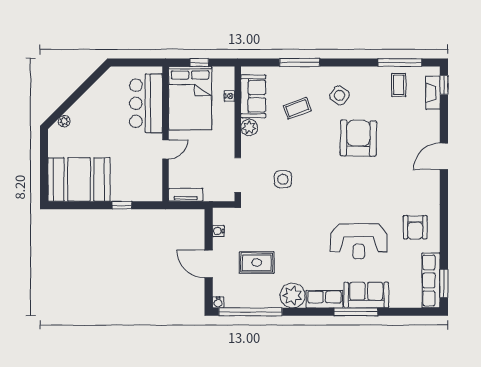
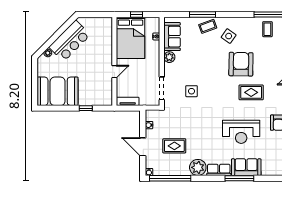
bar counter: (146, 103) -> (70, 41), moved, turned -135
coffee table: (297, 108) -> (208, 26), moved
rug: (374, 181) -> (251, 92), added

